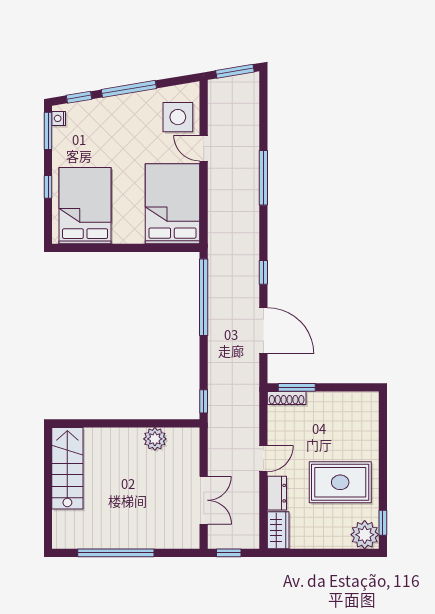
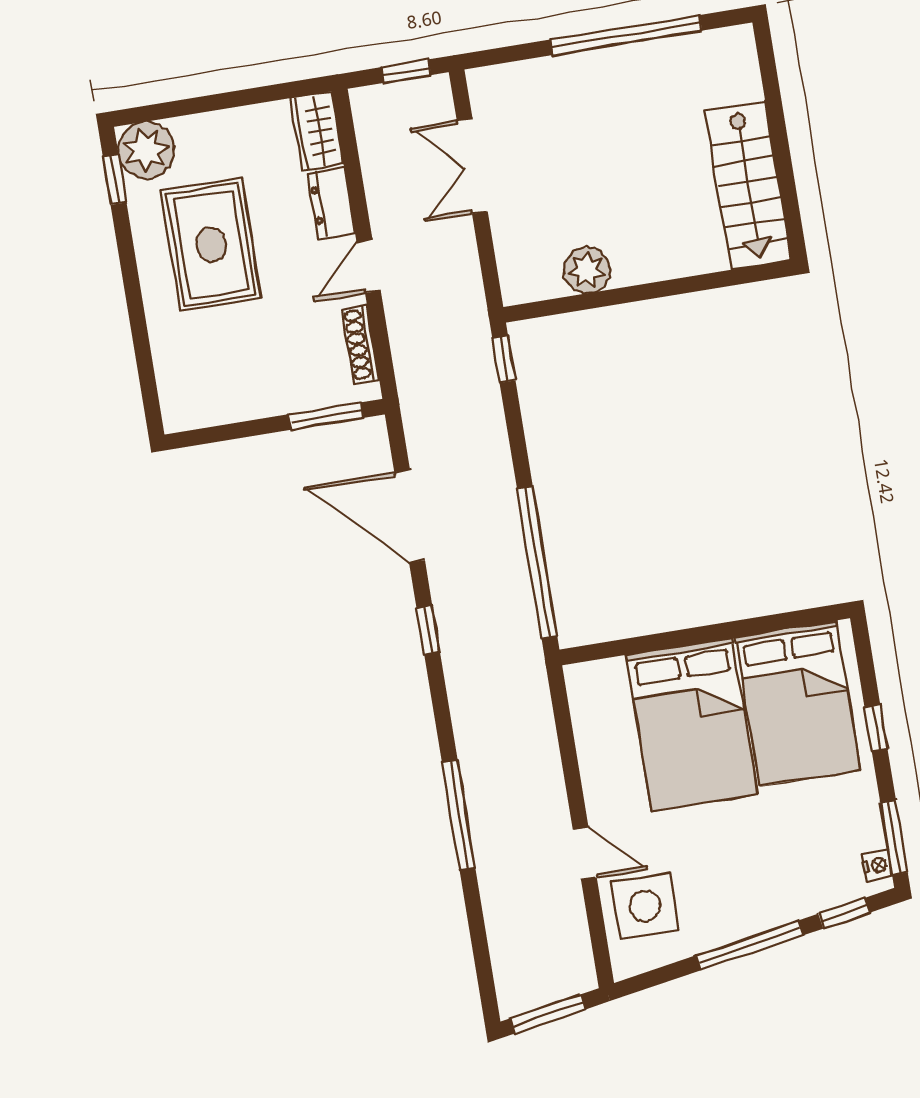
bed: (172, 204) -> (692, 724), moved
shoe rack: (287, 398) -> (360, 344), moved, turned -90
rug: (340, 482) -> (211, 245), turned 90

